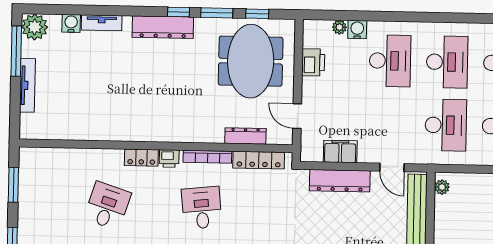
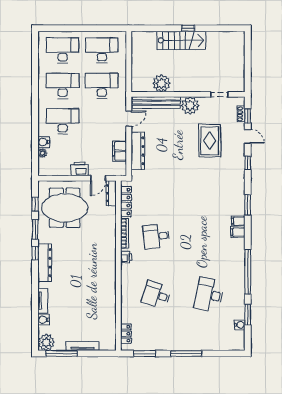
printer: (313, 62) -> (80, 169), moved
dresser: (245, 136) -> (111, 193), moved
locker: (141, 158) -> (126, 334), moved
plant: (442, 187) -> (161, 83), moved, width x1.87, depth x1.87

